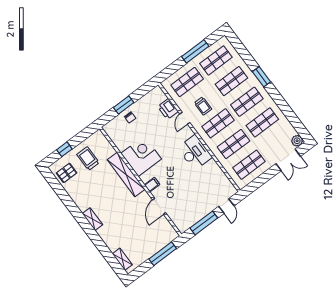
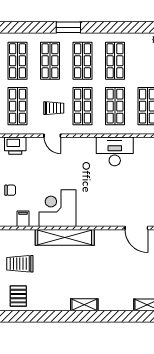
printer: (168, 109) -> (15, 146), moved
desk: (195, 152) -> (115, 151), moved
filing cabinet: (152, 185) -> (23, 219), moved
door: (159, 206) -> (136, 228), moved

